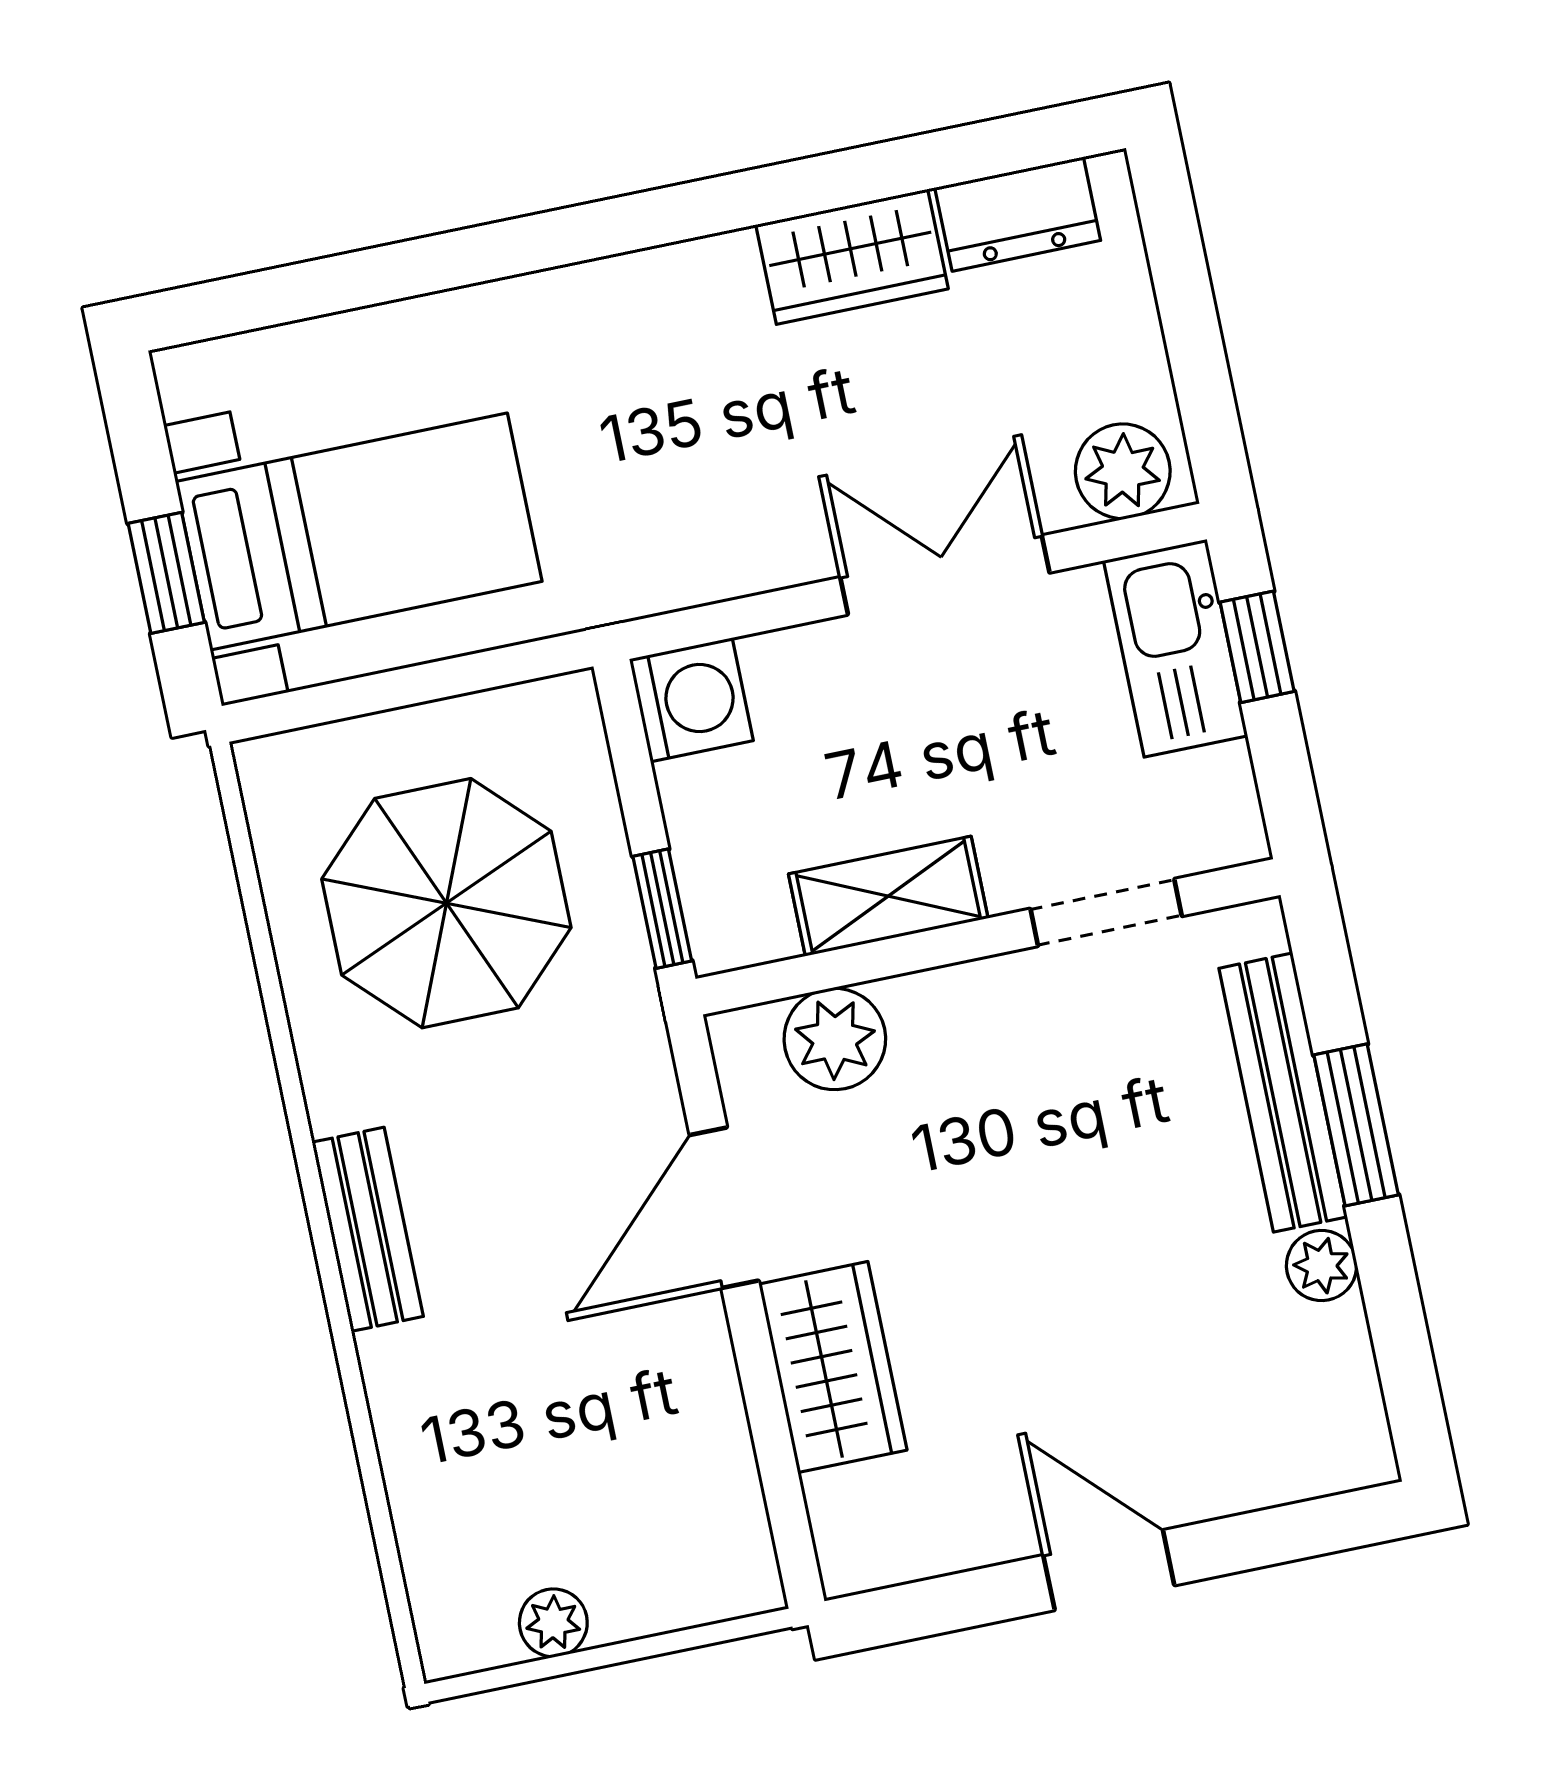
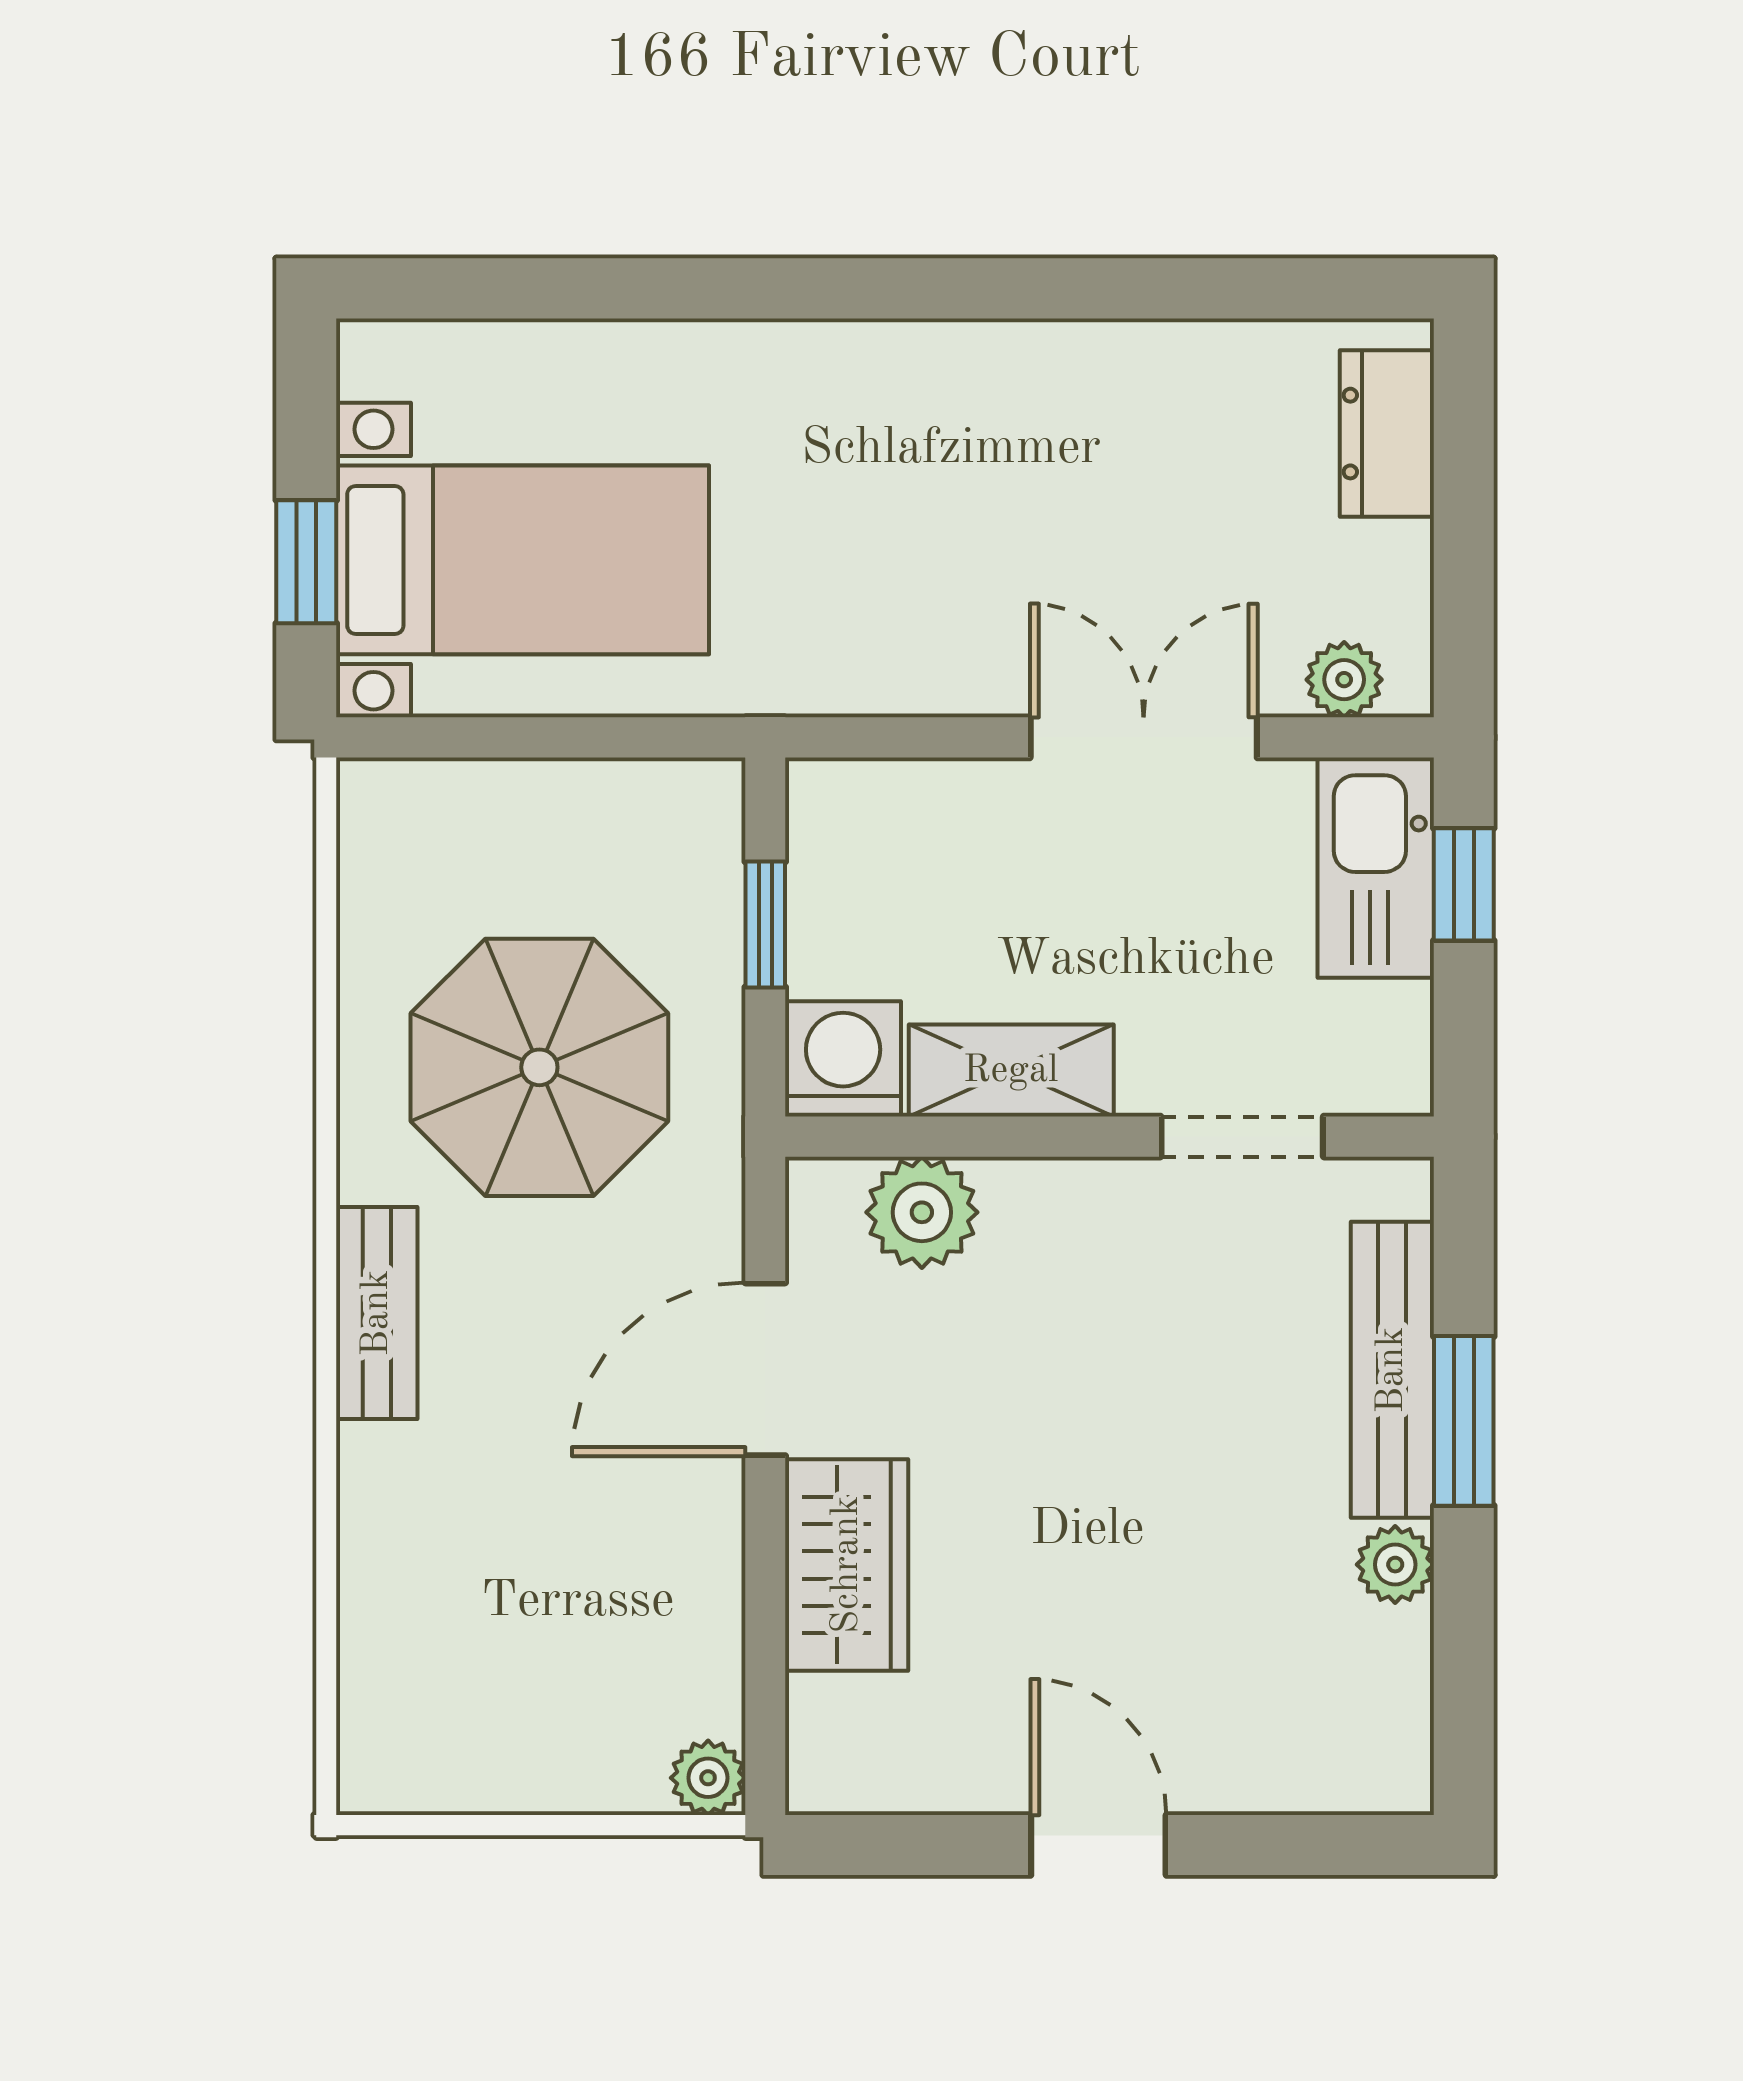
dresser: (1018, 214) -> (1387, 434), moved, turned 90
wardrobe: (852, 257) -> (1115, 374), removed
plant: (1123, 471) -> (1344, 680), width x0.73, depth x0.73
washing machine: (691, 700) -> (843, 1059), moved, turned -90
parasol: (446, 903) -> (539, 1067), moved
window: (662, 909) -> (765, 924), moved
plant: (553, 1623) -> (708, 1778), moved

